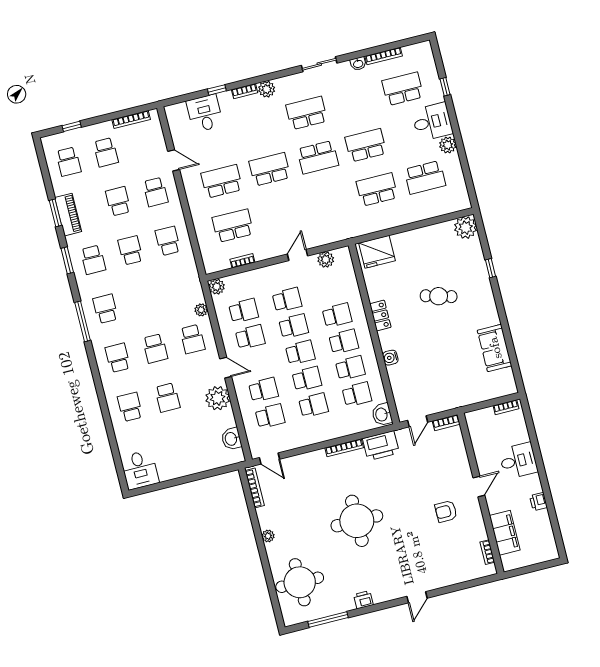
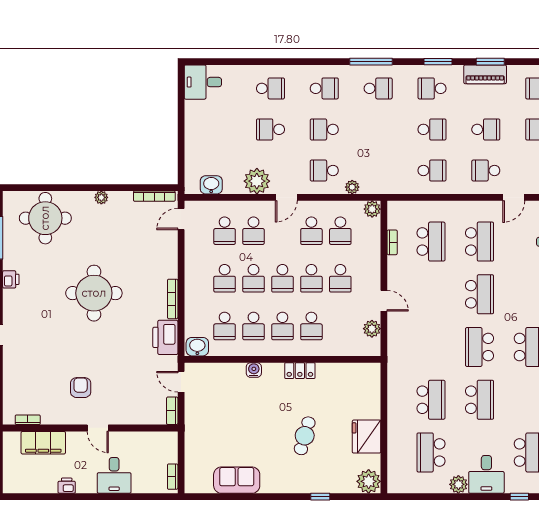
fridge: (377, 252) -> (366, 437), moved

